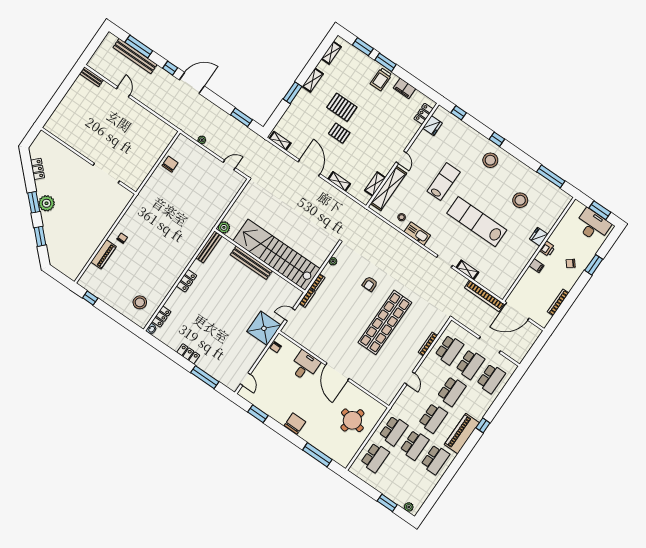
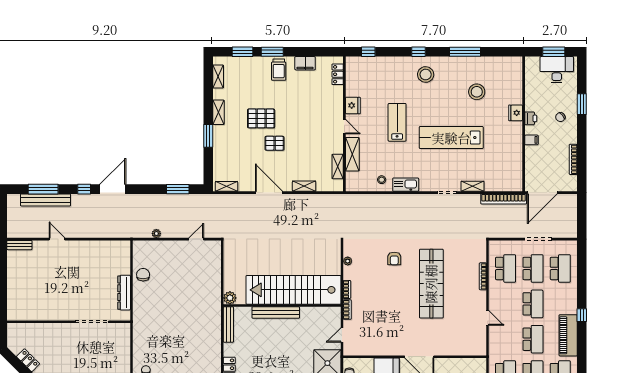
fridge: (432, 126) -> (353, 105), moved
dresser: (146, 168) -> (124, 293), added
window: (551, 176) -> (465, 52), moved
shelving: (389, 188) -> (352, 154), width x0.68

